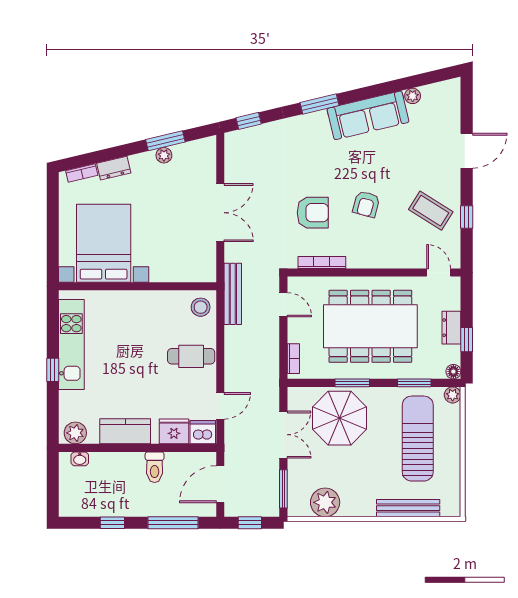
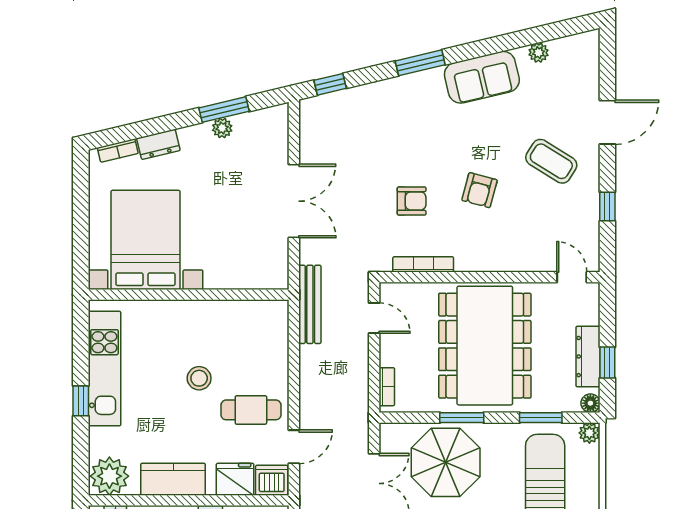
sofa: (368, 115) -> (482, 77), width x0.73
coffee table: (431, 211) -> (551, 161), moved
armchair: (313, 213) -> (412, 201), width x0.72, depth x0.72
stool: (201, 307) -> (199, 378), moved
dining table: (370, 326) -> (485, 346), turned 90
dresser: (451, 328) -> (588, 357), width x1.44
cafe table: (191, 356) -> (251, 410), moved
plant: (75, 433) -> (109, 476), width x1.36, depth x1.36

